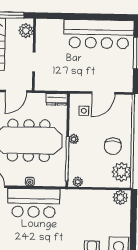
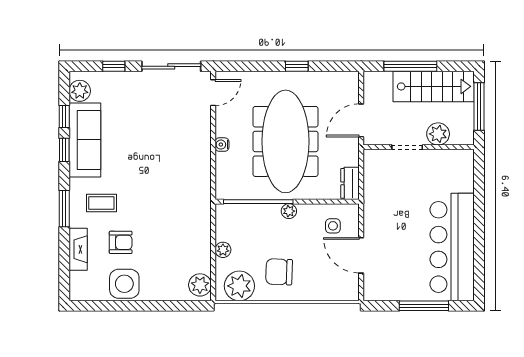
plant: (26, 31) -> (438, 134), moved
door: (16, 91) -> (361, 120), hinge flipped
plant: (78, 182) -> (223, 250), moved
bar counter: (34, 203) -> (189, 151), removed

